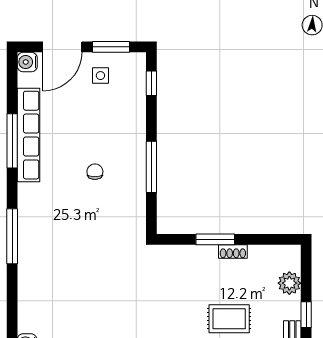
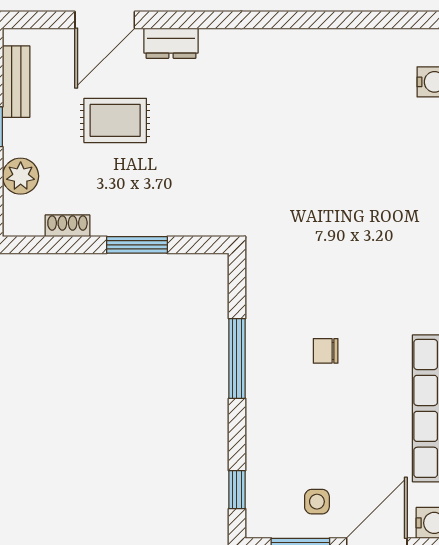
chair: (95, 172) -> (326, 351), turned 90
shoe rack: (233, 251) -> (67, 226), moved

